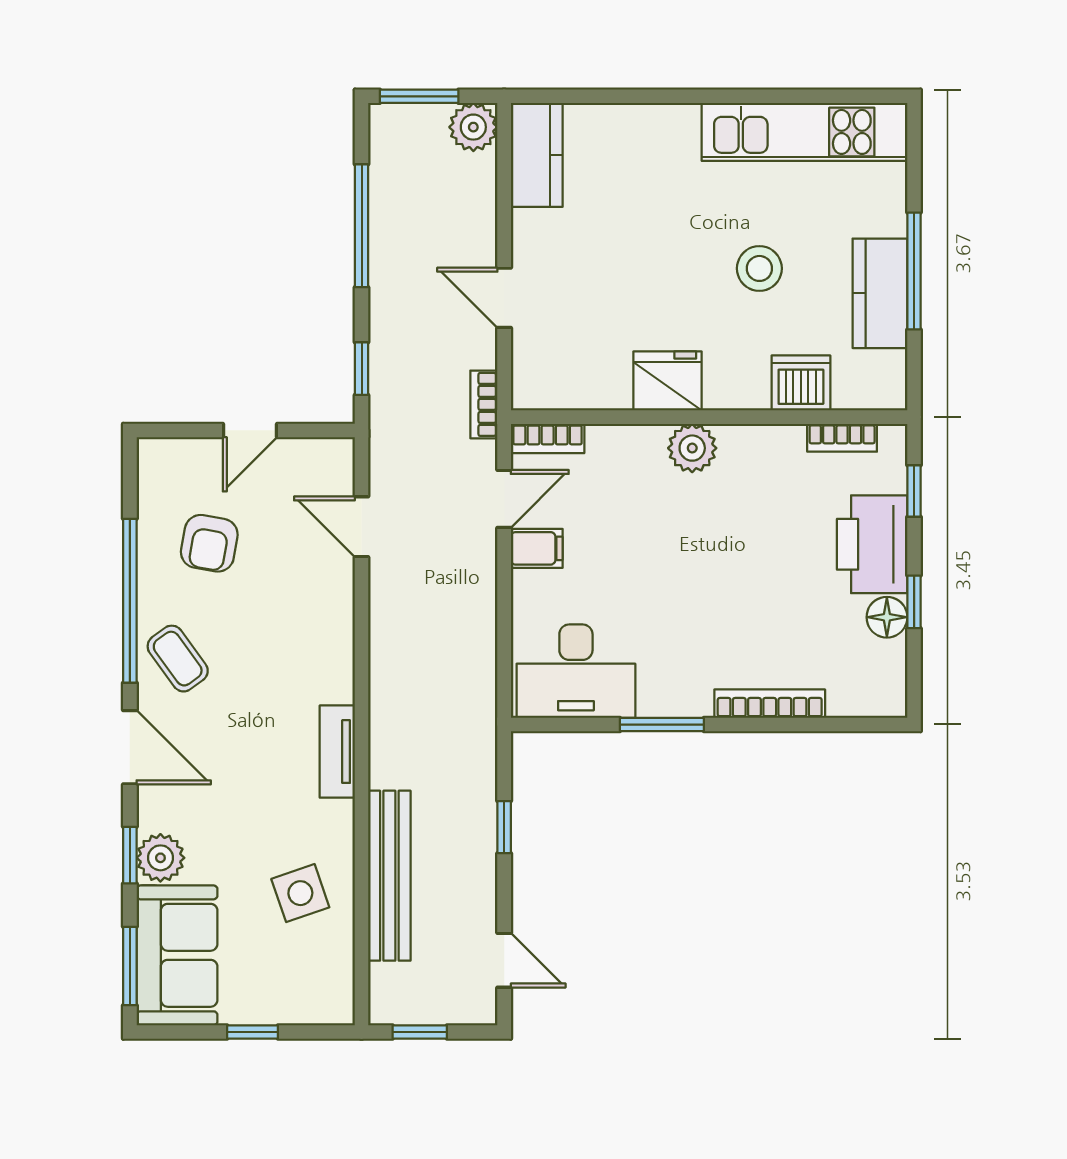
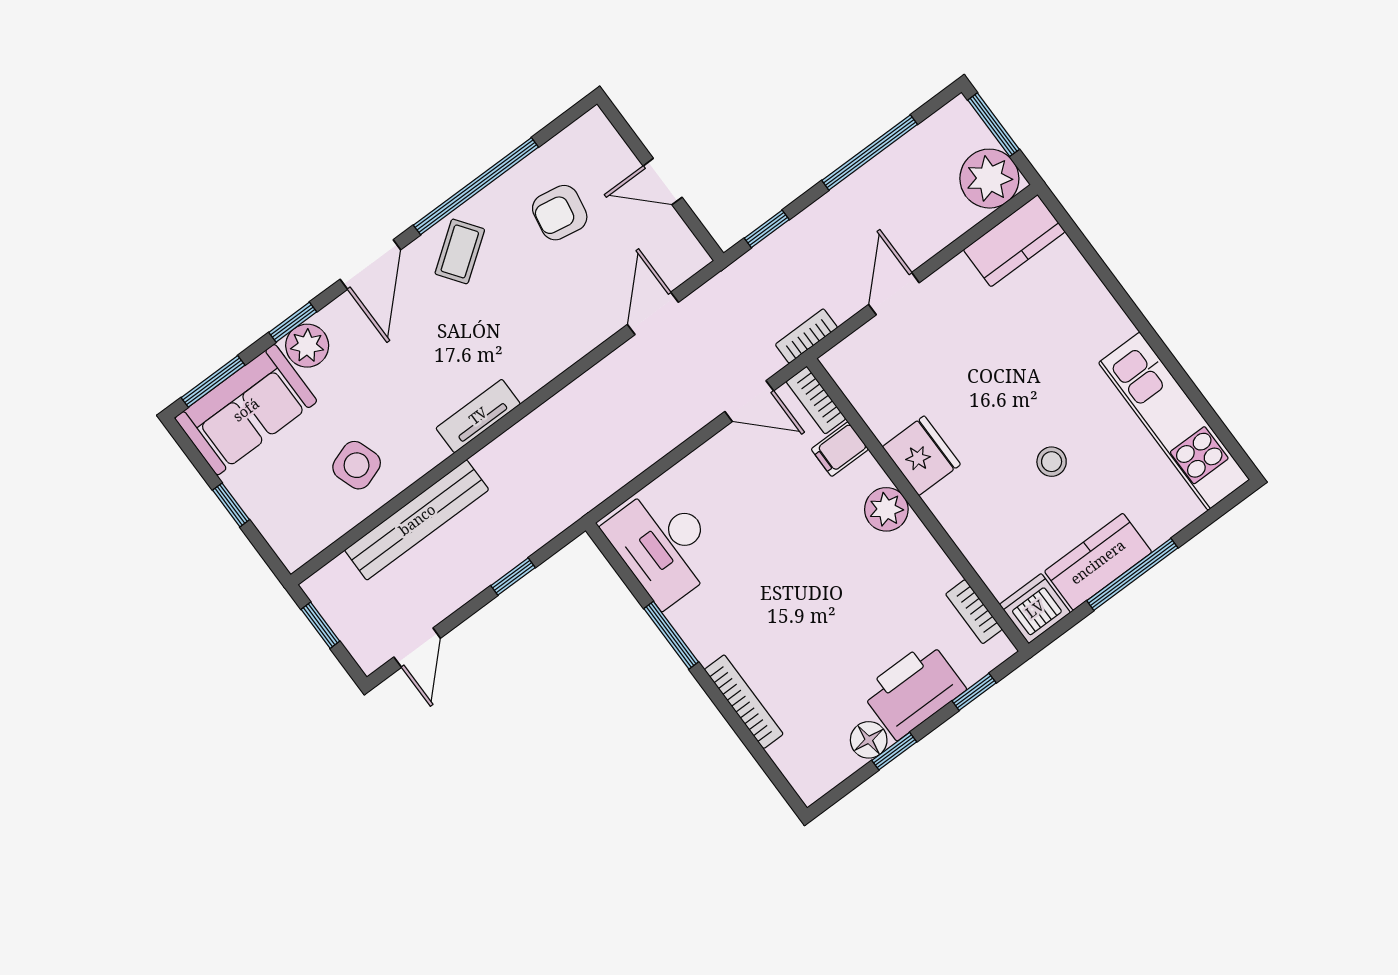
plant: (473, 127) -> (989, 179), width x1.36, depth x1.36
stool: (759, 268) -> (1052, 462), width x0.73, depth x0.73
dishwasher: (801, 383) -> (1035, 609), moved, turned -90
filing cabinet: (537, 548) -> (840, 449), moved, turned 90

